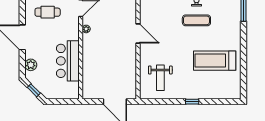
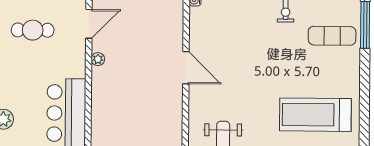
exercise mat: (196, 20) -> (332, 36), moved

